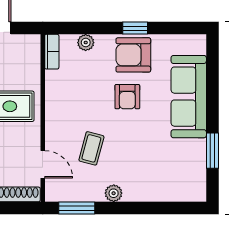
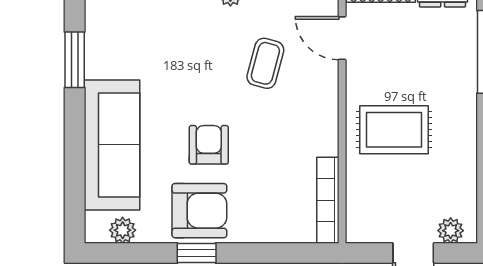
plant: (86, 43) -> (123, 230), moved
bookcase: (52, 52) -> (328, 200), width x1.56

